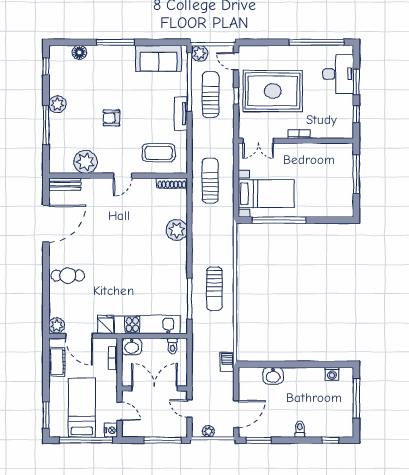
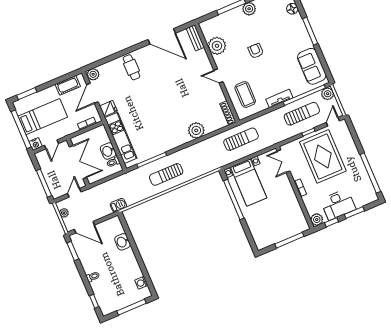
desk: (338, 74) -> (338, 204), moved
plant: (345, 131) -> (317, 220), added
washbasin: (132, 347) -> (108, 151), moved

